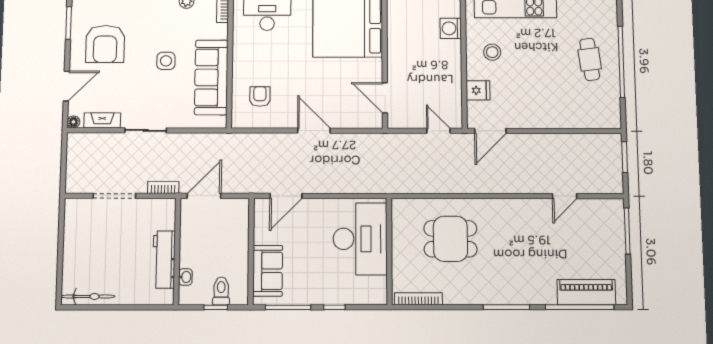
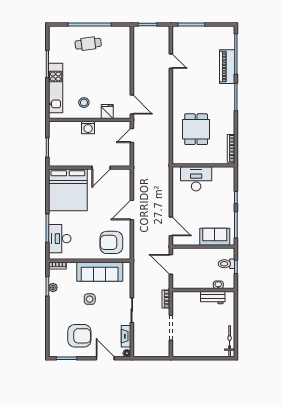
washing machine: (451, 28) -> (88, 128), moved
armchair: (260, 96) -> (111, 242), width x1.88, depth x1.88
door: (385, 98) -> (101, 168), moved
door: (204, 196) -> (171, 264), moved
desk: (360, 239) -> (196, 179), width x0.73, depth x0.77
workbench: (164, 260) -> (213, 298), width x0.73
piano: (586, 292) -> (227, 67), moved

